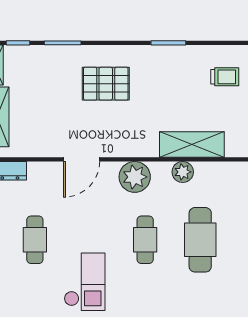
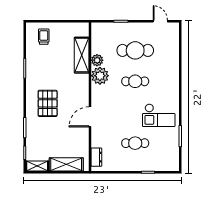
door: (82, 159) -> (90, 117), swing flipped
plant: (135, 177) -> (100, 76), moved
checkout: (85, 282) -> (159, 115), turned 180

